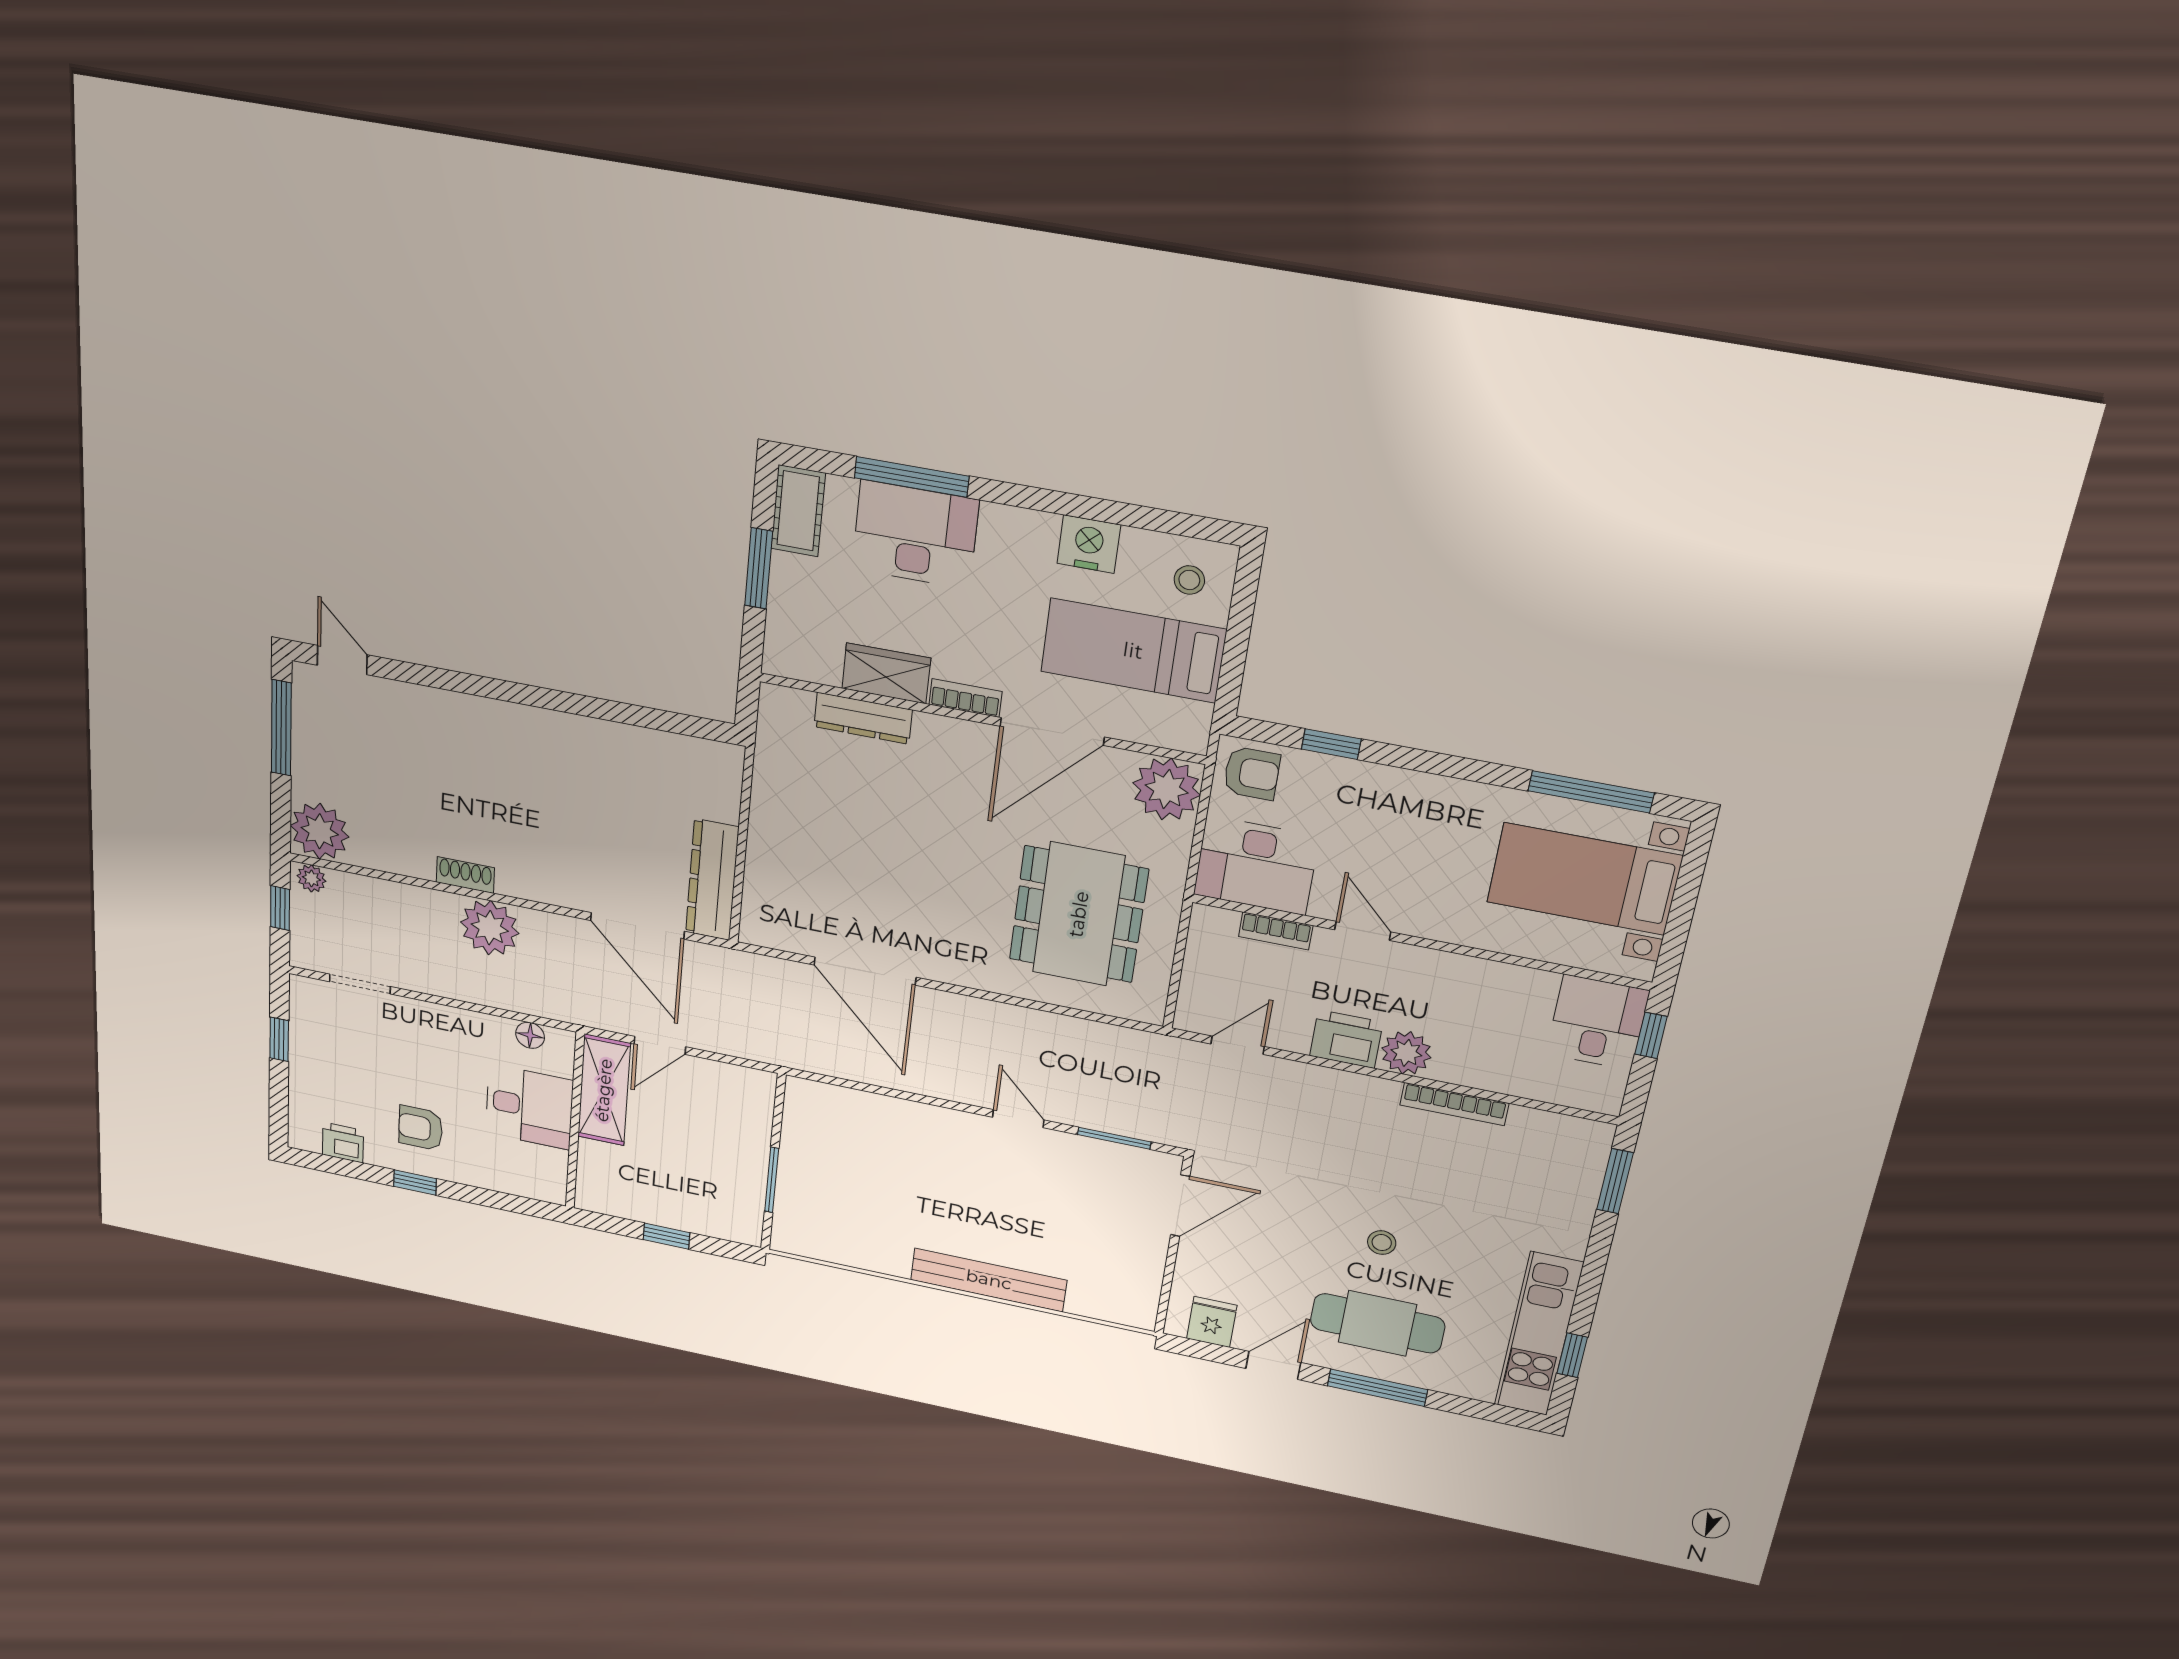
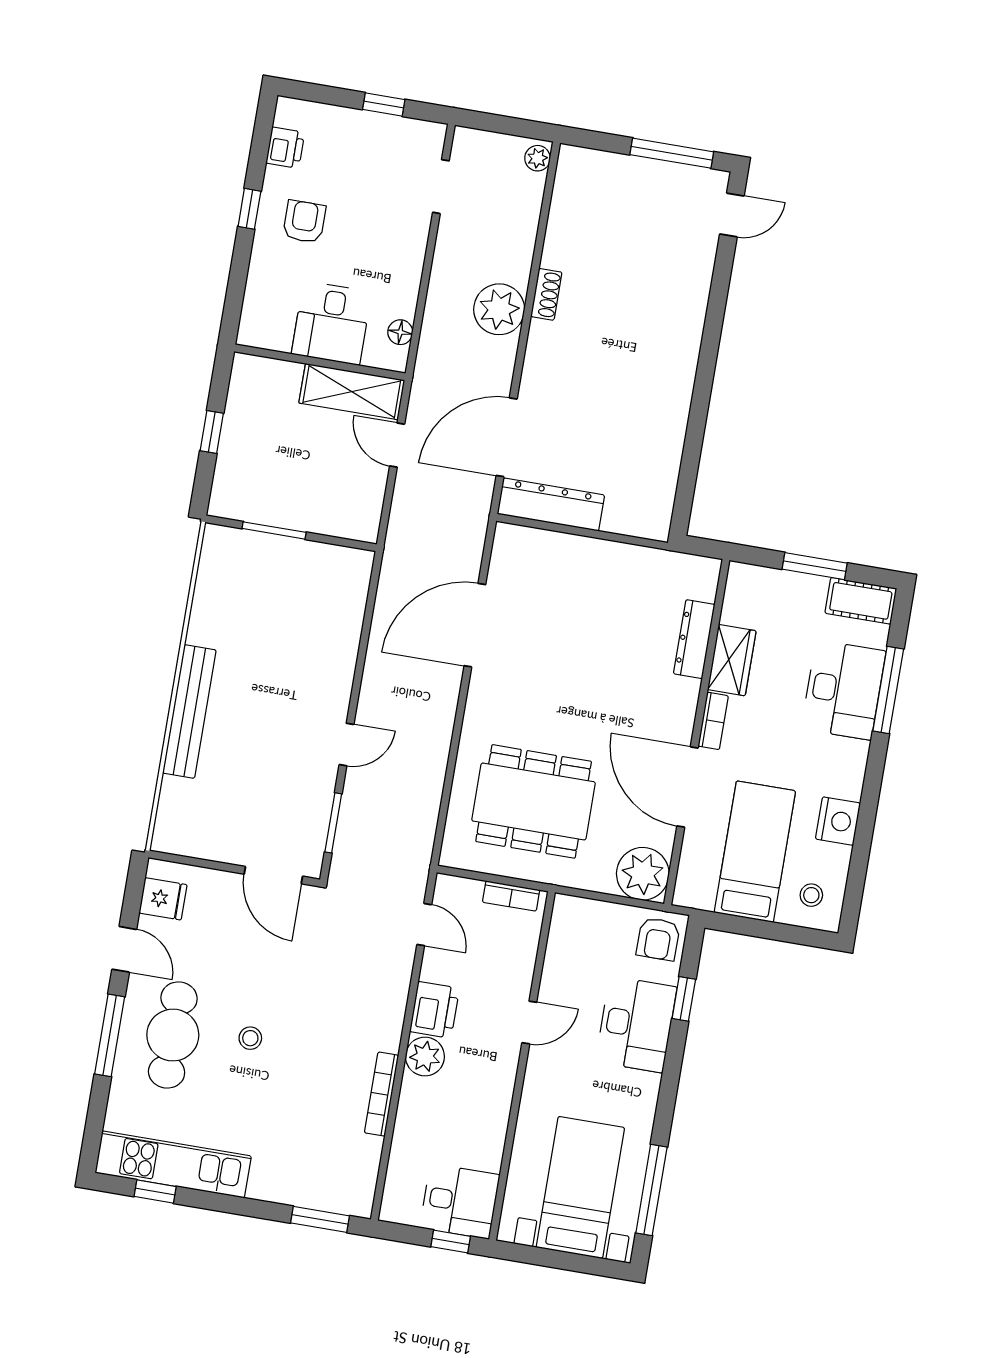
plant: (320, 831) -> (581, 172), removed
desk: (1256, 866) -> (636, 1024), moved, turned 180
window: (280, 908) -> (509, 126), removed
bookcase: (1276, 931) -> (511, 896), moved, turned -90

